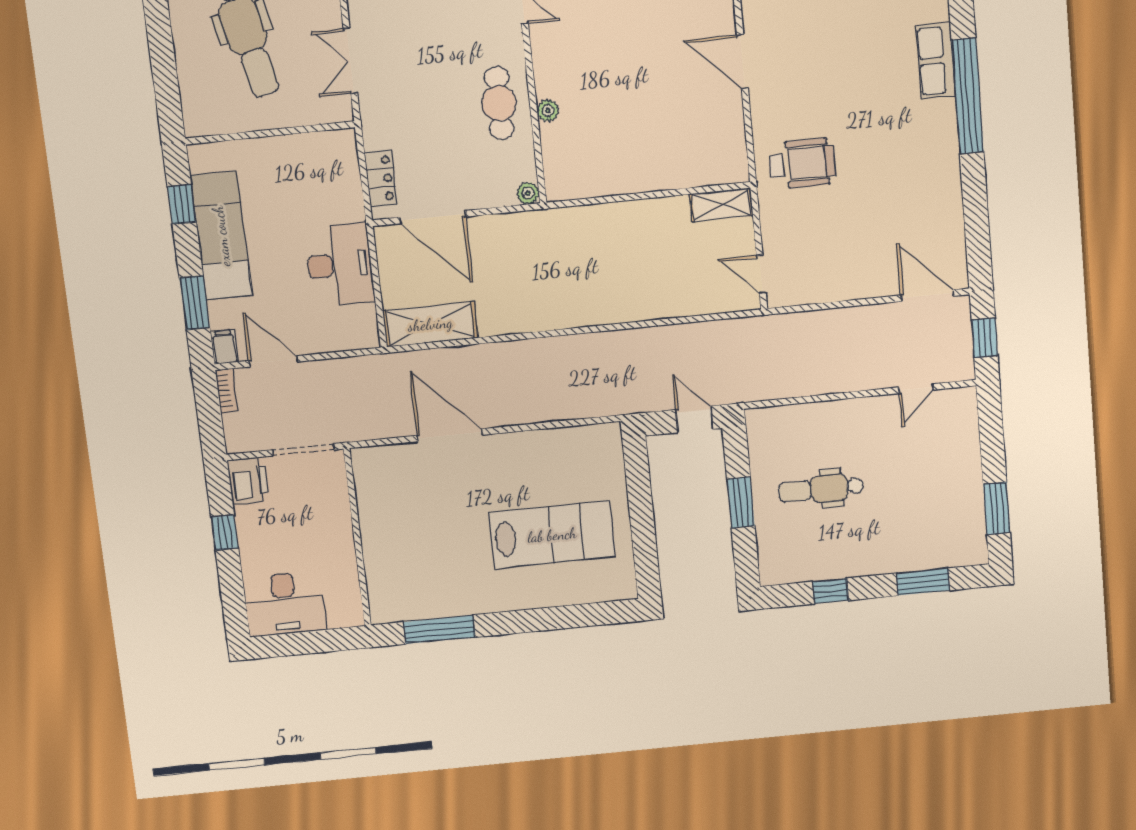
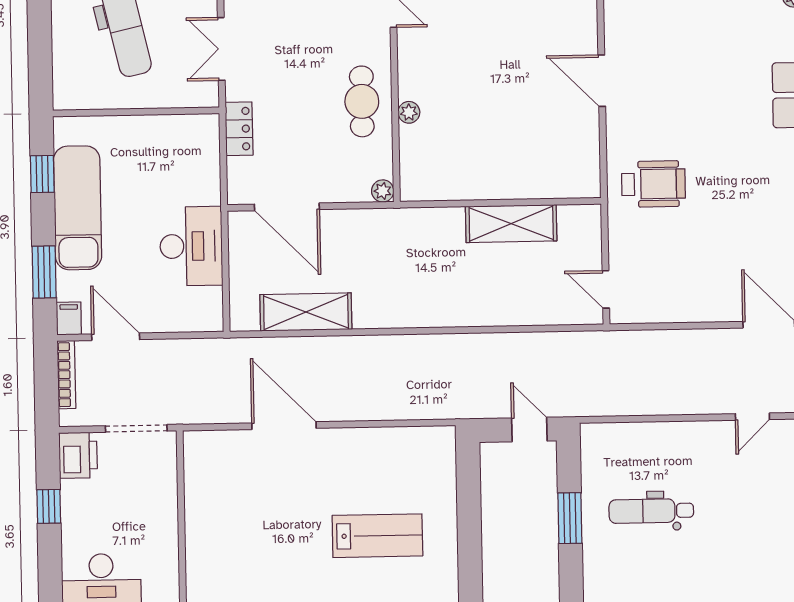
locker: (381, 178) -> (239, 129), moved
shelving: (721, 205) -> (511, 224), moved, width x1.50, depth x1.33
shelving: (430, 324) -> (306, 312), moved
bookcase: (227, 391) -> (66, 375), width x1.56
lab bench: (552, 535) -> (377, 536), width x0.73, depth x0.72

